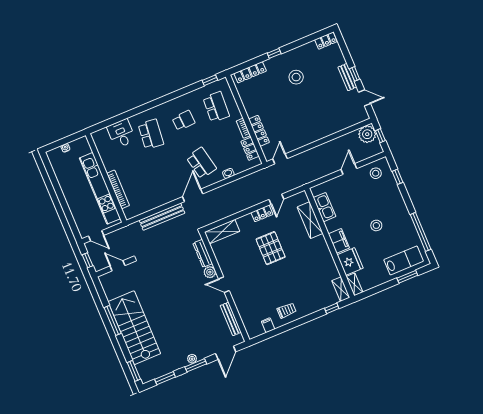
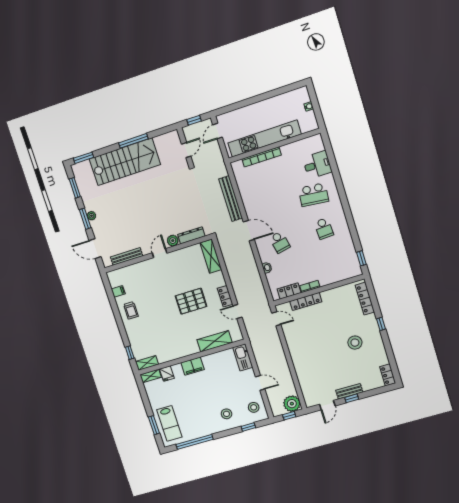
school desk: (216, 107) -> (334, 262), removed
school desk: (201, 163) -> (280, 242), width x0.54
kitchen sink: (325, 207) -> (243, 357), moved, turned 90
stool: (376, 225) -> (226, 414), moved
fridge: (350, 262) -> (167, 374), width x0.53, depth x0.75

